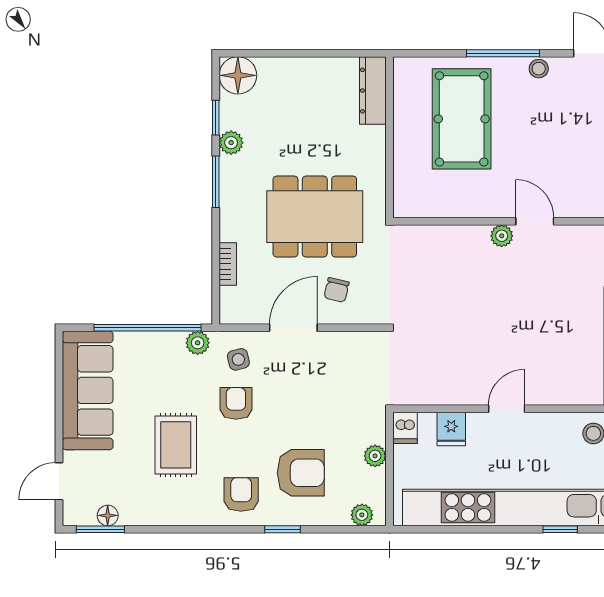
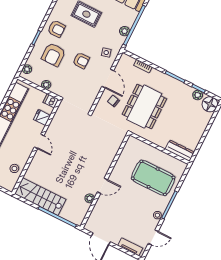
plant: (231, 143) -> (198, 95), moved
plant: (502, 236) -> (90, 198), moved
plant: (198, 343) -> (124, 31), moved
armchair: (236, 403) -> (81, 61), moved

